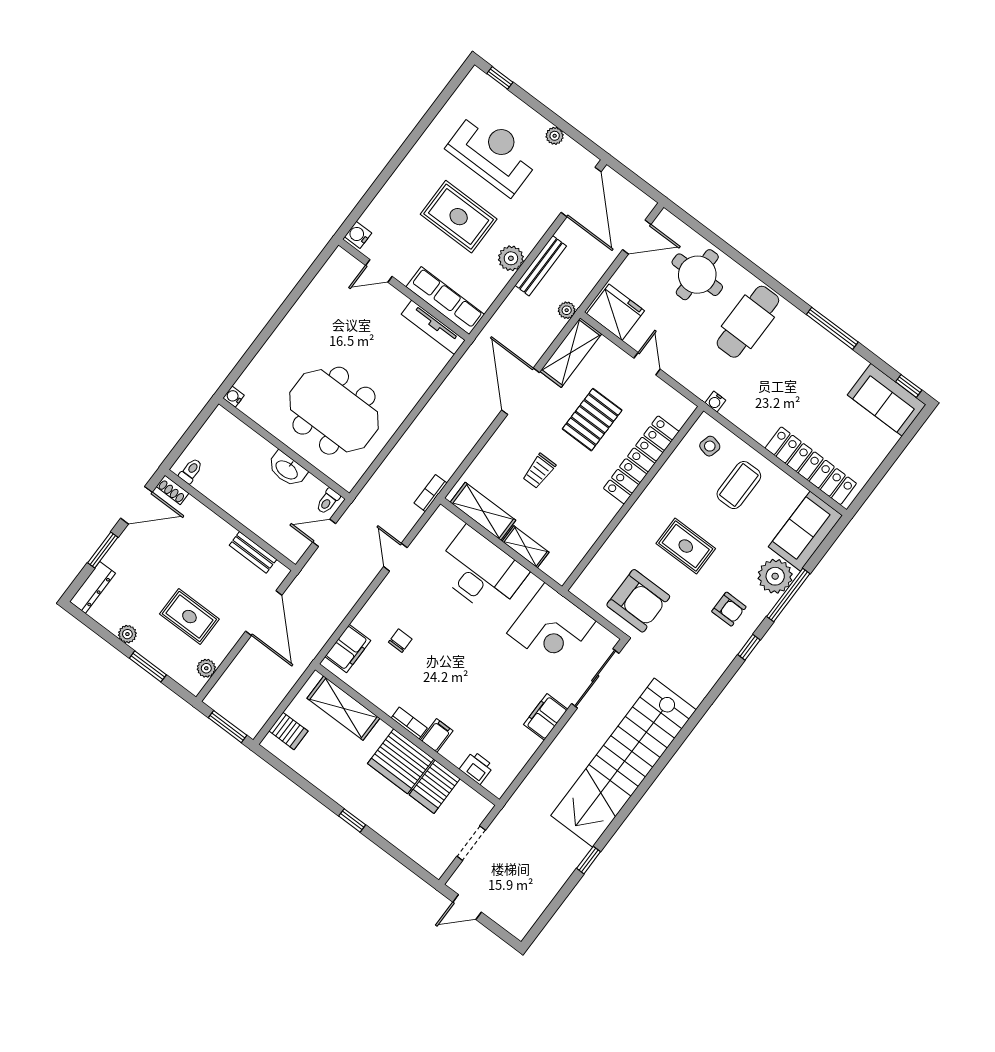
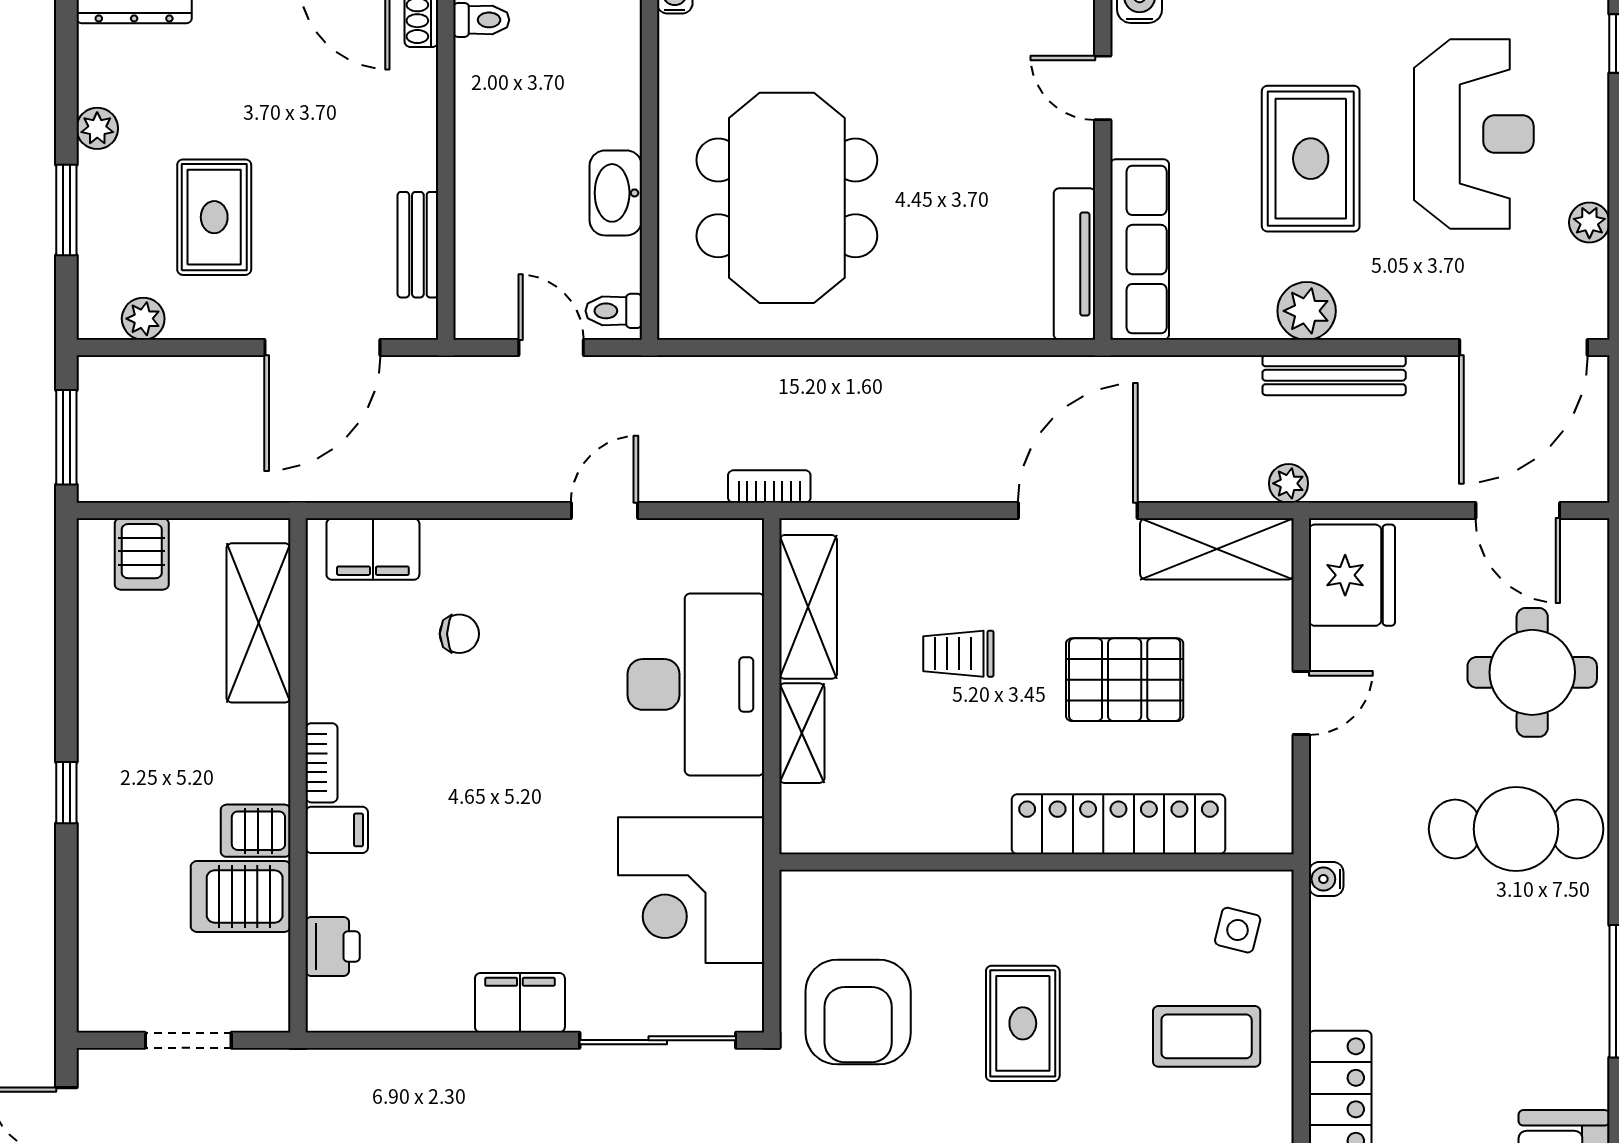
server rack: (401, 761) -> (256, 831), width x0.46, depth x0.70

